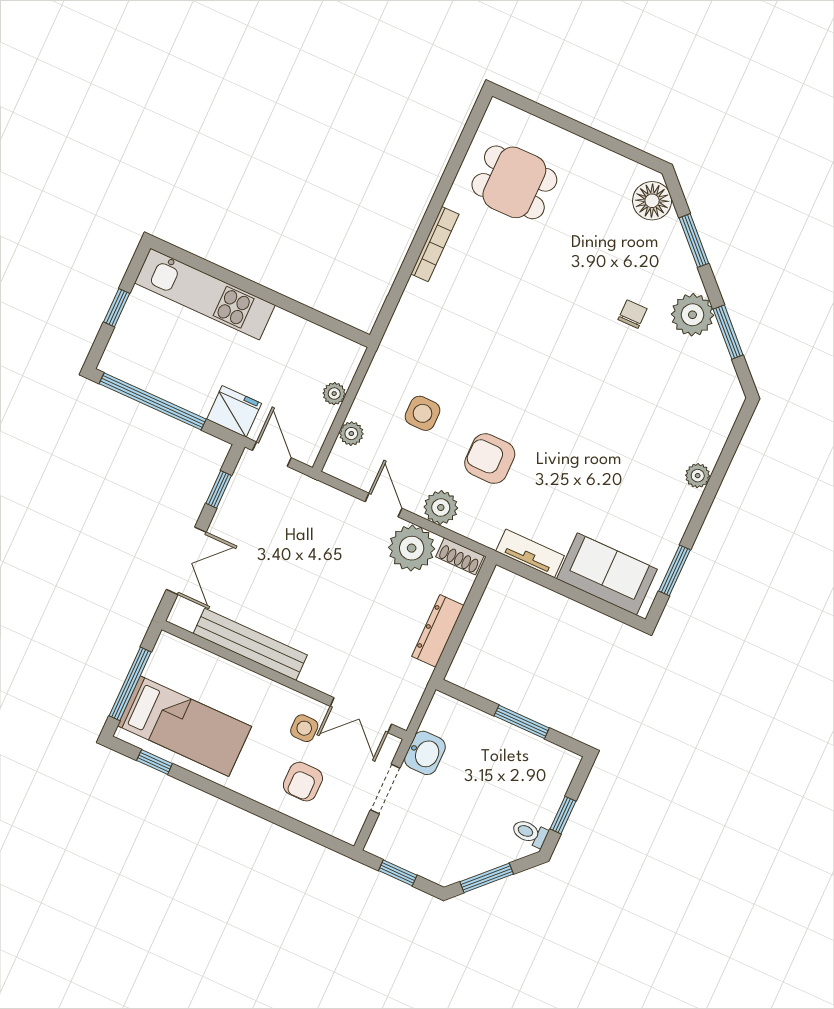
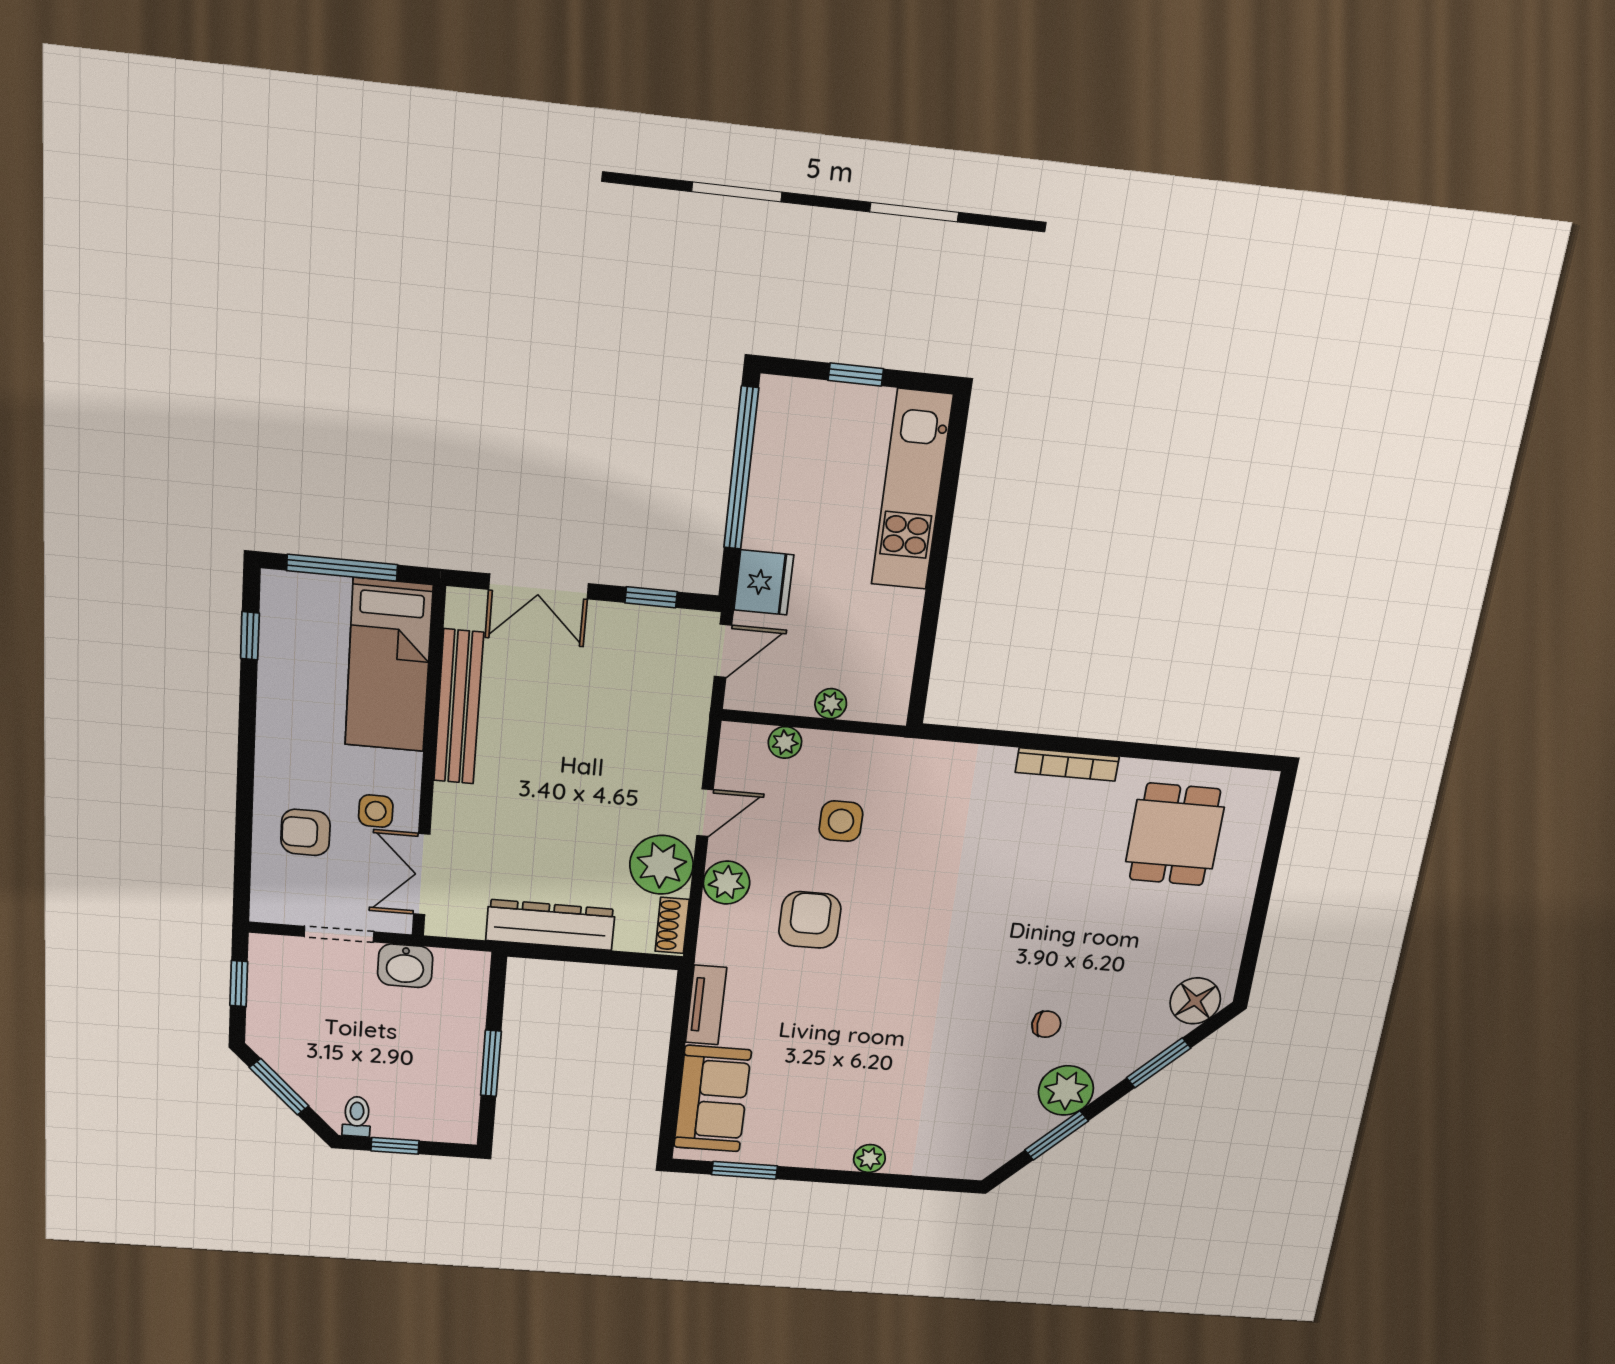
dresser: (438, 631) -> (550, 925), width x1.37, depth x1.24
bed: (184, 726) -> (389, 665), moved

